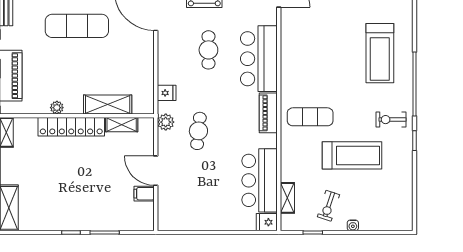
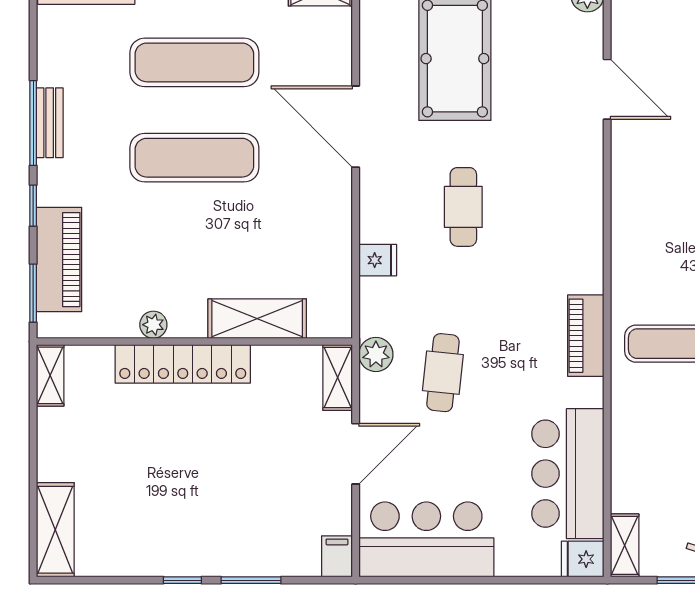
bar counter: (259, 59) -> (426, 539), moved, turned 90
fridge: (167, 93) -> (378, 260), moved
shelving: (122, 125) -> (338, 378), moved, turned 90
door: (156, 171) -> (356, 454), swing flipped
filing cabinet: (144, 194) -> (337, 556), moved, turned 90
shelving: (287, 198) -> (625, 545), moved

